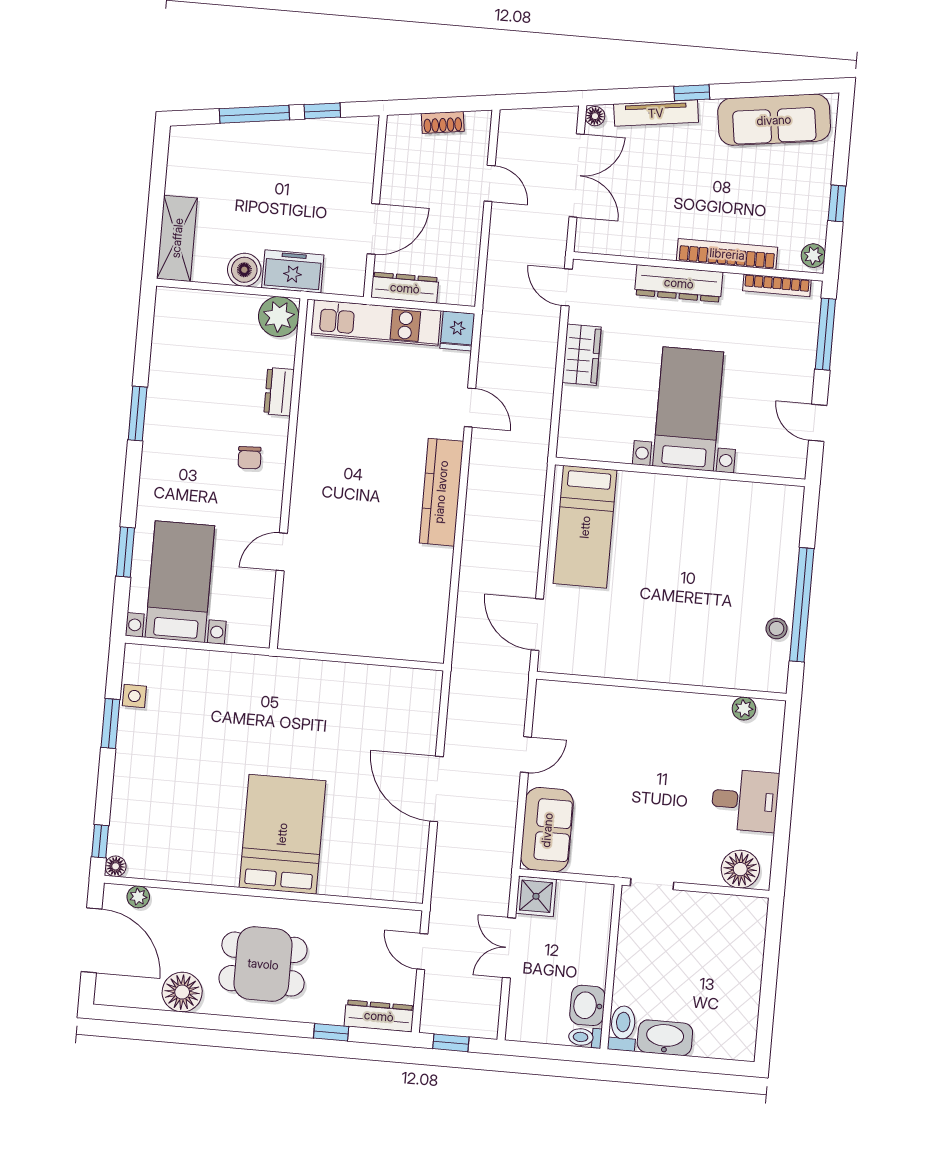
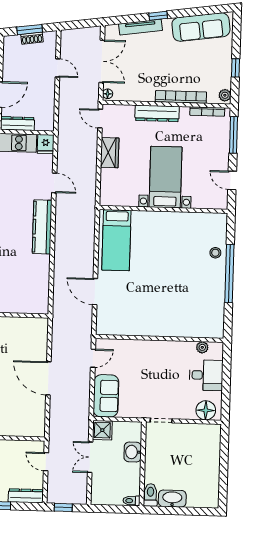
window: (439, 105) -> (30, 30), added
floor lamp: (595, 116) -> (108, 94), moved
stool: (777, 628) -> (215, 253), moved
wall: (661, 686) -> (160, 338), moved
plant: (744, 709) -> (202, 347), moved
washbasin: (587, 1005) -> (133, 452), moved

